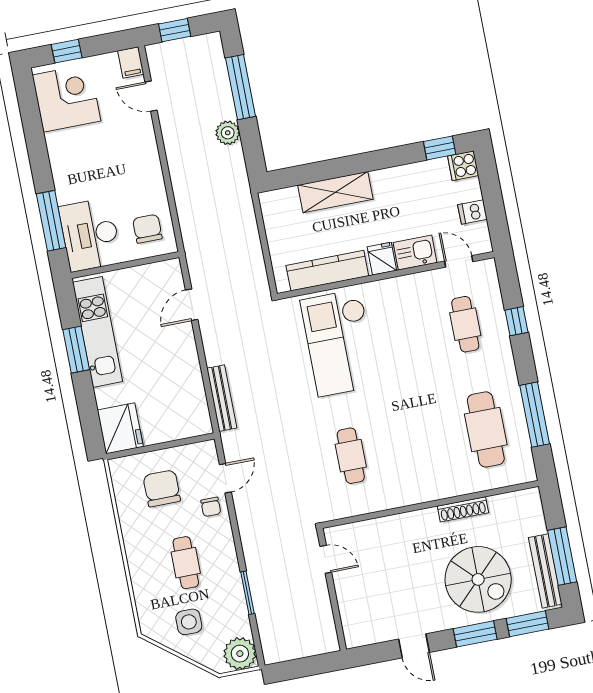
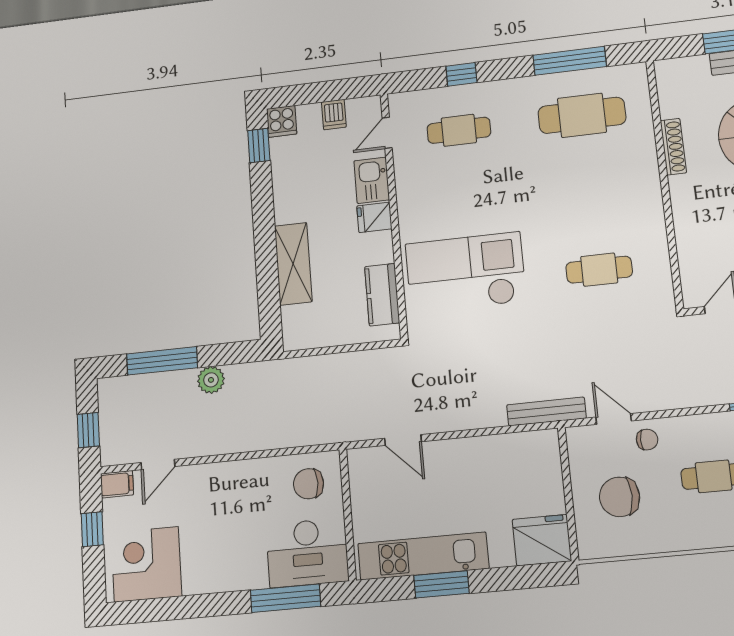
window: (67, 51) -> (92, 529), moved
kitchen counter: (327, 271) -> (382, 295), width x0.67
checkout: (339, 343) -> (465, 273), turned 180
bench: (222, 398) -> (546, 411), moved

